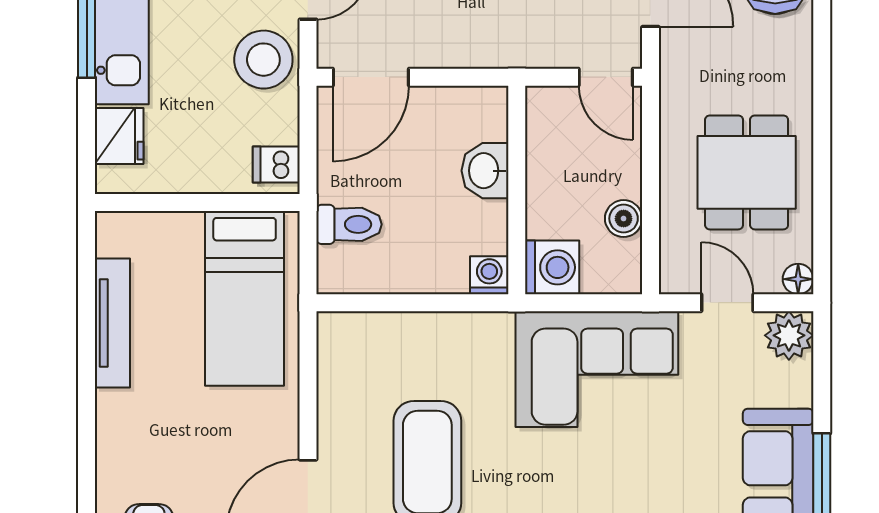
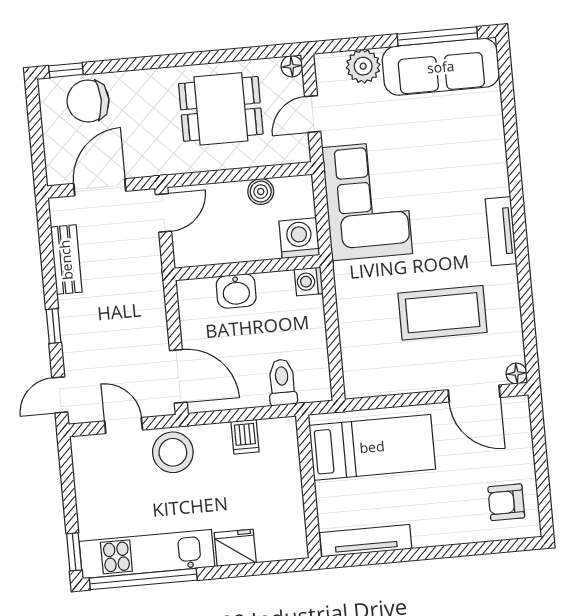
wall: (197, 202) -> (308, 486), moved
bed: (245, 298) -> (372, 447), moved
plant: (789, 335) -> (363, 66), moved

